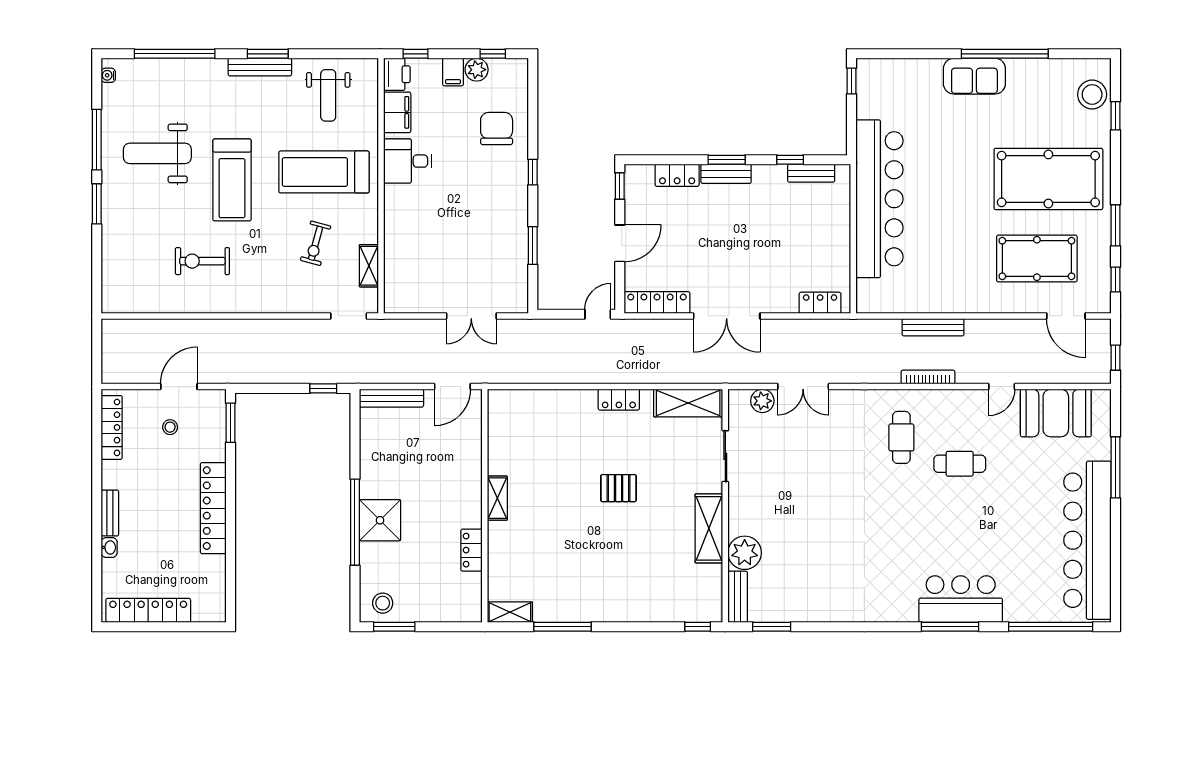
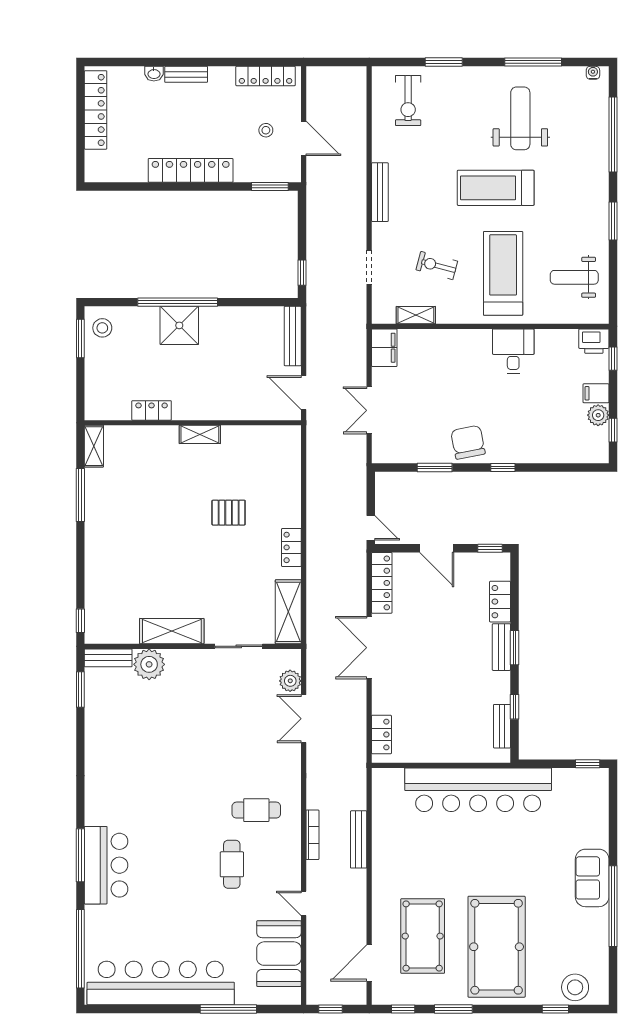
bench: (260, 67) -> (380, 192), moved
filing cabinet: (397, 112) -> (384, 348), moved, turned -90
chair: (497, 129) -> (468, 442), moved, turned -101
window: (97, 204) -> (444, 62), moved
exercise bike: (202, 261) -> (408, 101), moved, turned 180
doorway: (349, 316) -> (369, 267), moved
pallet: (619, 488) -> (229, 513), moved, turned 90

